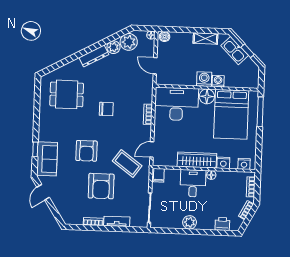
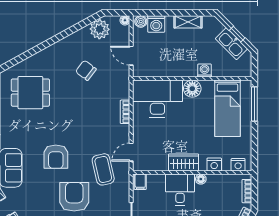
plant: (113, 47) -> (82, 36), removed
kitchen sink: (235, 51) -> (231, 44), moved
dresser: (94, 56) -> (60, 47), removed
washing machine: (204, 79) -> (156, 24), moved, turned 180
chair: (106, 109) -> (86, 70), moved, turned -143
bed: (231, 114) -> (227, 108), width x0.67
wardrobe: (197, 160) -> (184, 162), width x0.67
coffee table: (127, 163) -> (103, 169), turned 41
armchair: (101, 186) -> (74, 197), turned 180

